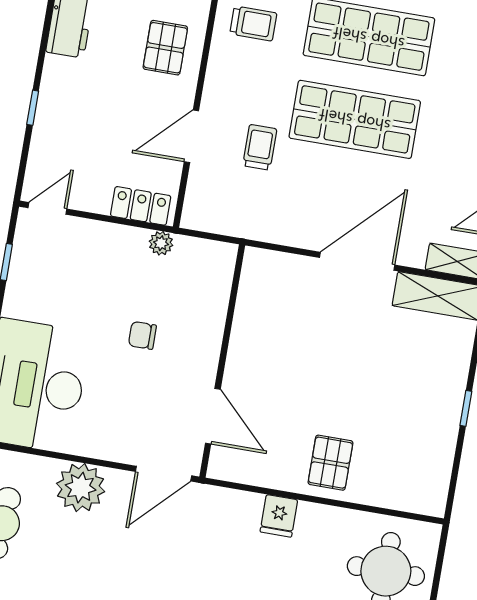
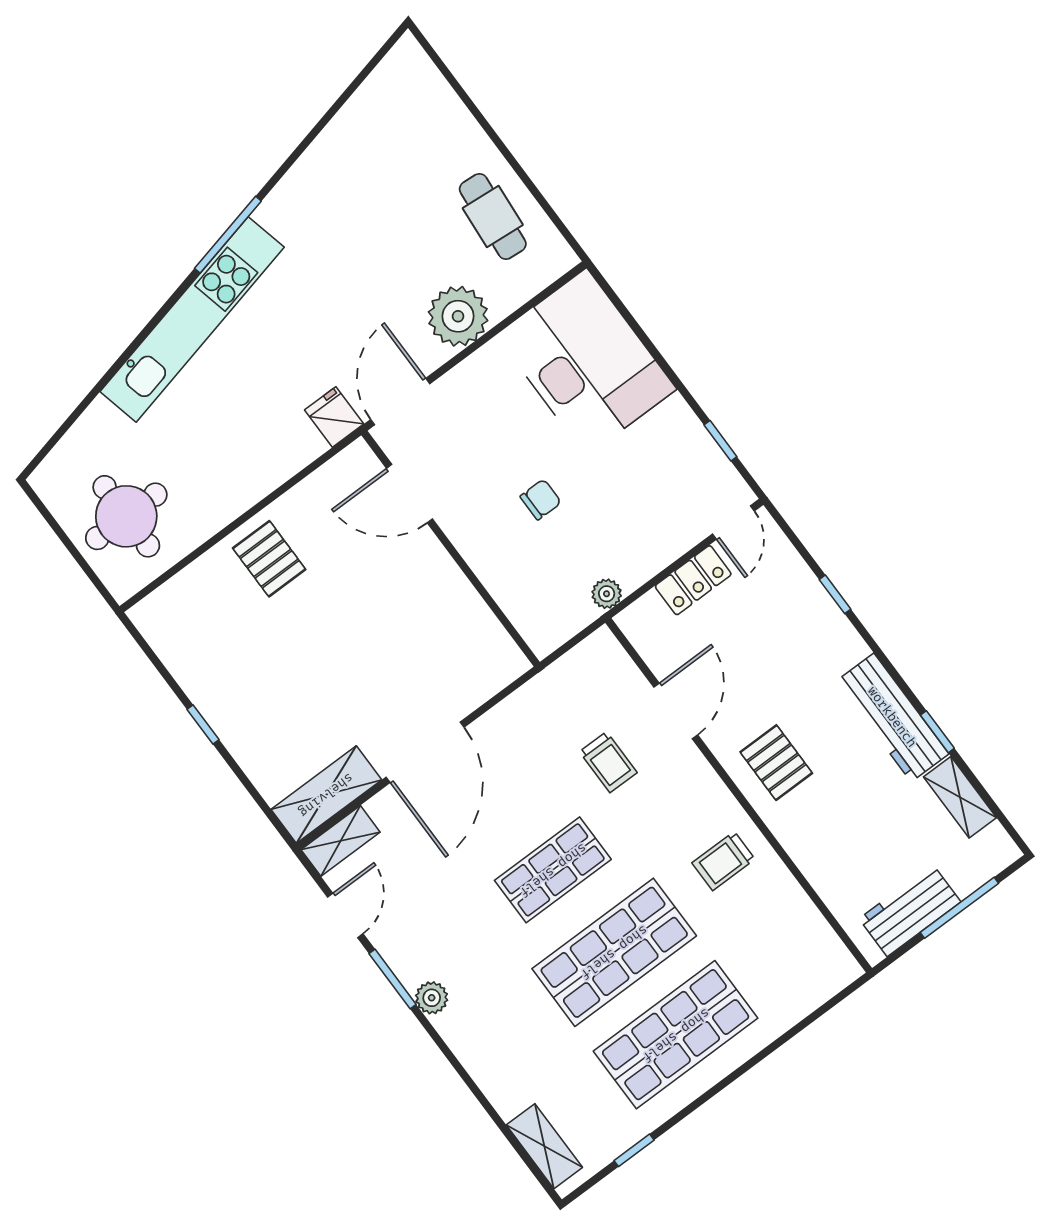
shop shelf: (355, 119) -> (553, 870), width x0.70, depth x0.74
locker: (141, 206) -> (693, 580), moved
fridge: (279, 516) -> (334, 417), moved

